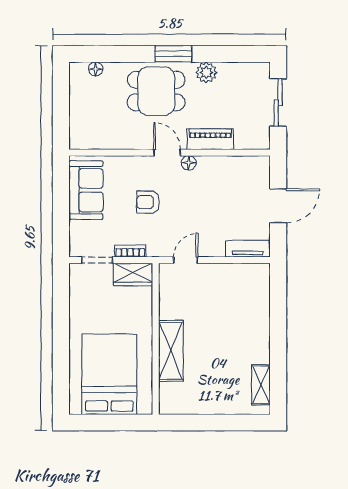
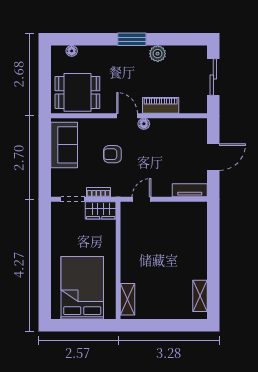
dining table: (156, 91) -> (77, 92), moved
shelving: (171, 351) -> (128, 299), moved, width x0.67, depth x0.75

